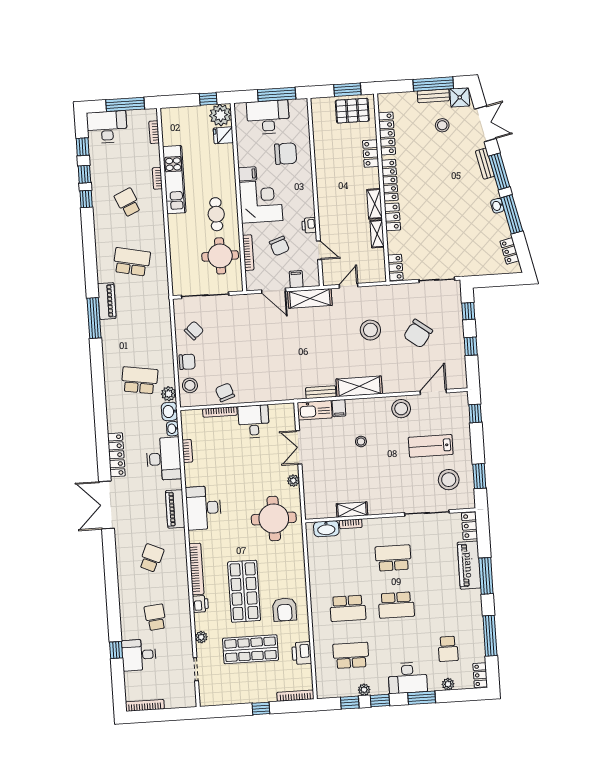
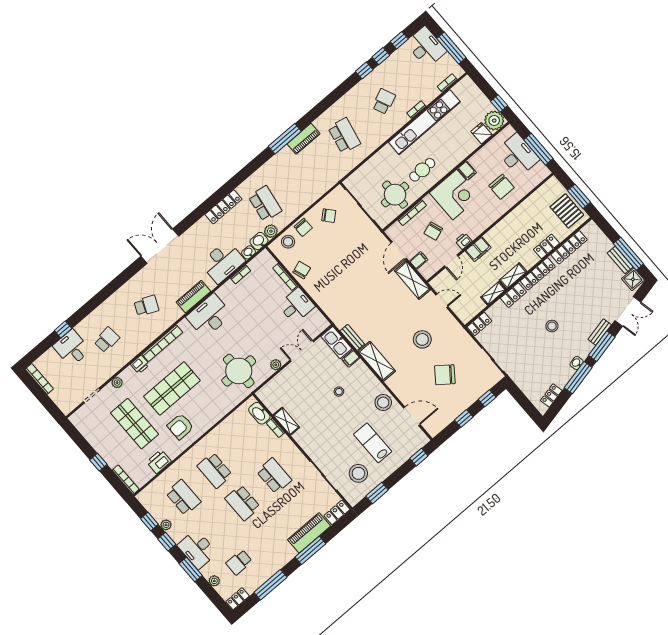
stool: (442, 125) -> (552, 326), moved
kitchen unit: (174, 180) -> (424, 122), width x1.36
filing cabinet: (327, 218) -> (478, 249), added
locker: (116, 455) -> (223, 207), moved

